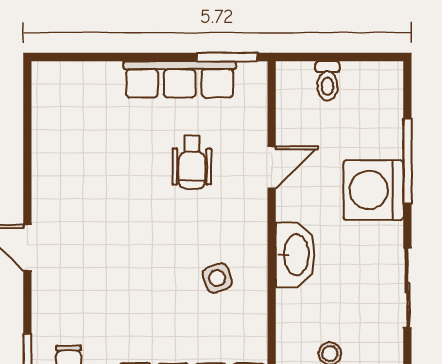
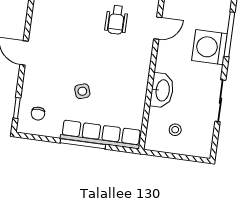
washbasin: (295, 255) -> (162, 90), moved
side table: (217, 278) -> (82, 91), moved

